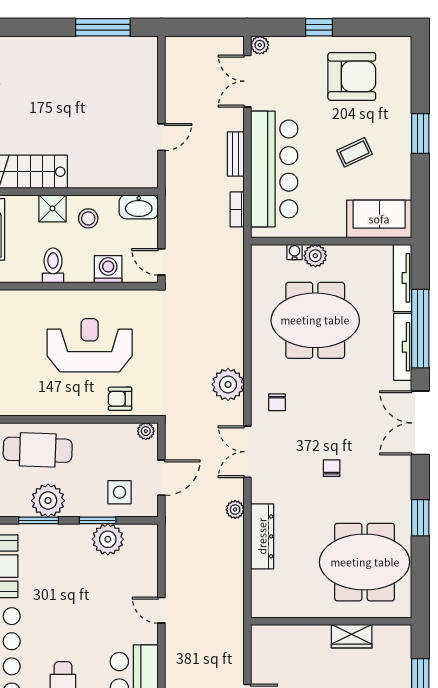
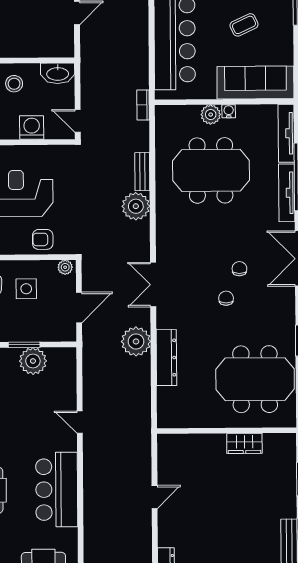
bench: (236, 154) -> (142, 172), moved
bookcase: (237, 209) -> (143, 105), moved
sofa: (379, 219) -> (255, 82), width x1.36
water cooler: (294, 252) -> (229, 111), moved
plant: (228, 384) -> (136, 206), moved
chair: (277, 402) -> (239, 269), moved, turned 180
side table: (119, 492) -> (26, 289), moved
plant: (235, 510) -> (136, 341), width x1.88, depth x1.88

